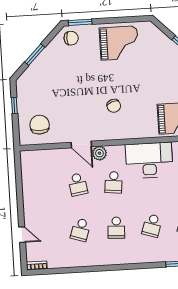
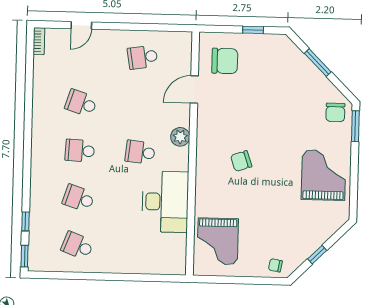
grand piano: (119, 43) -> (324, 175), turned 180
door: (81, 145) -> (194, 90), moved
school desk: (78, 184) -> (143, 57), moved

